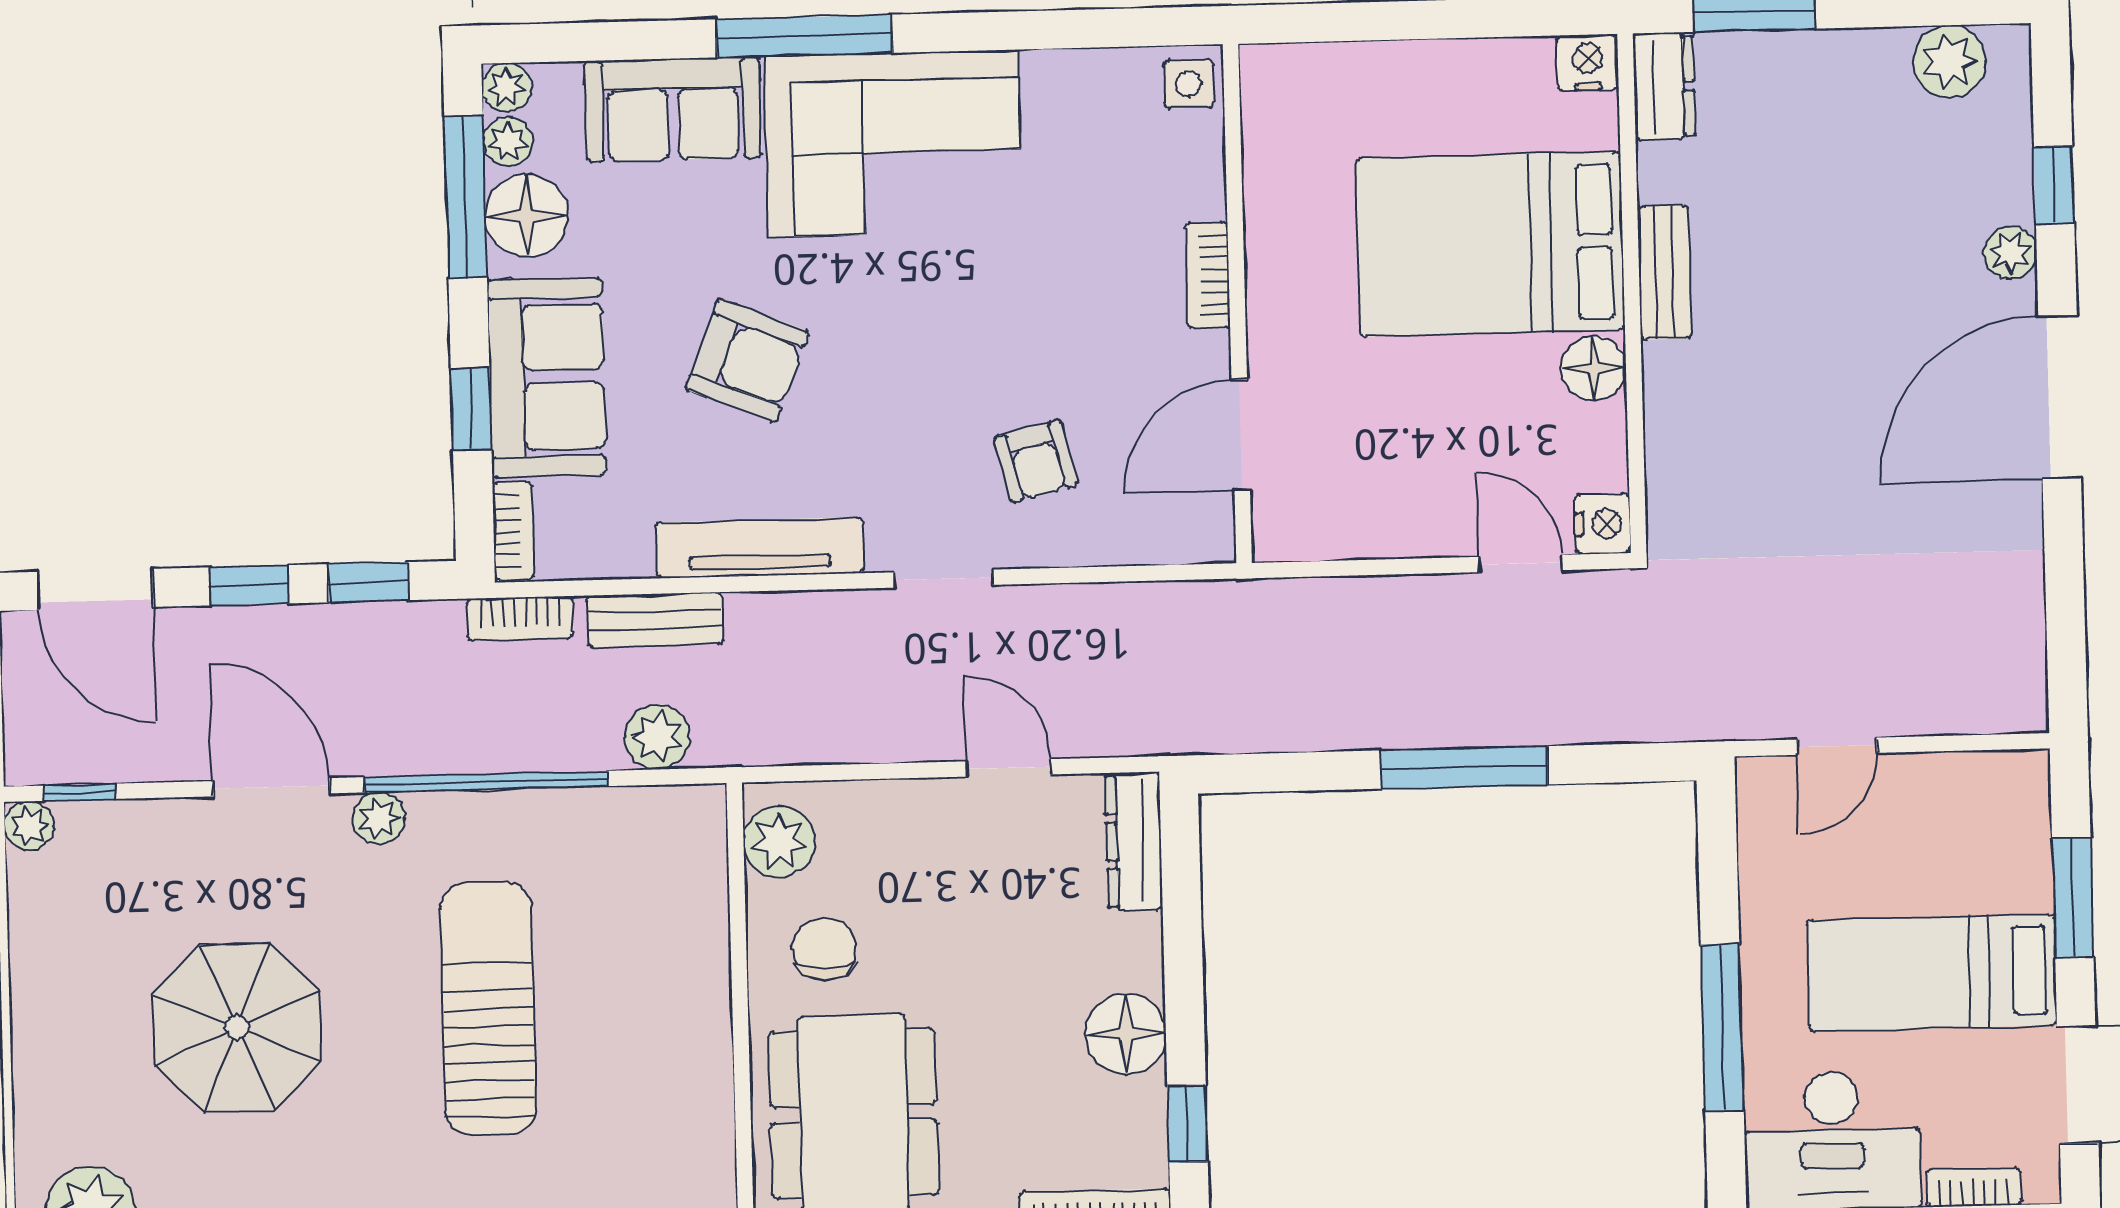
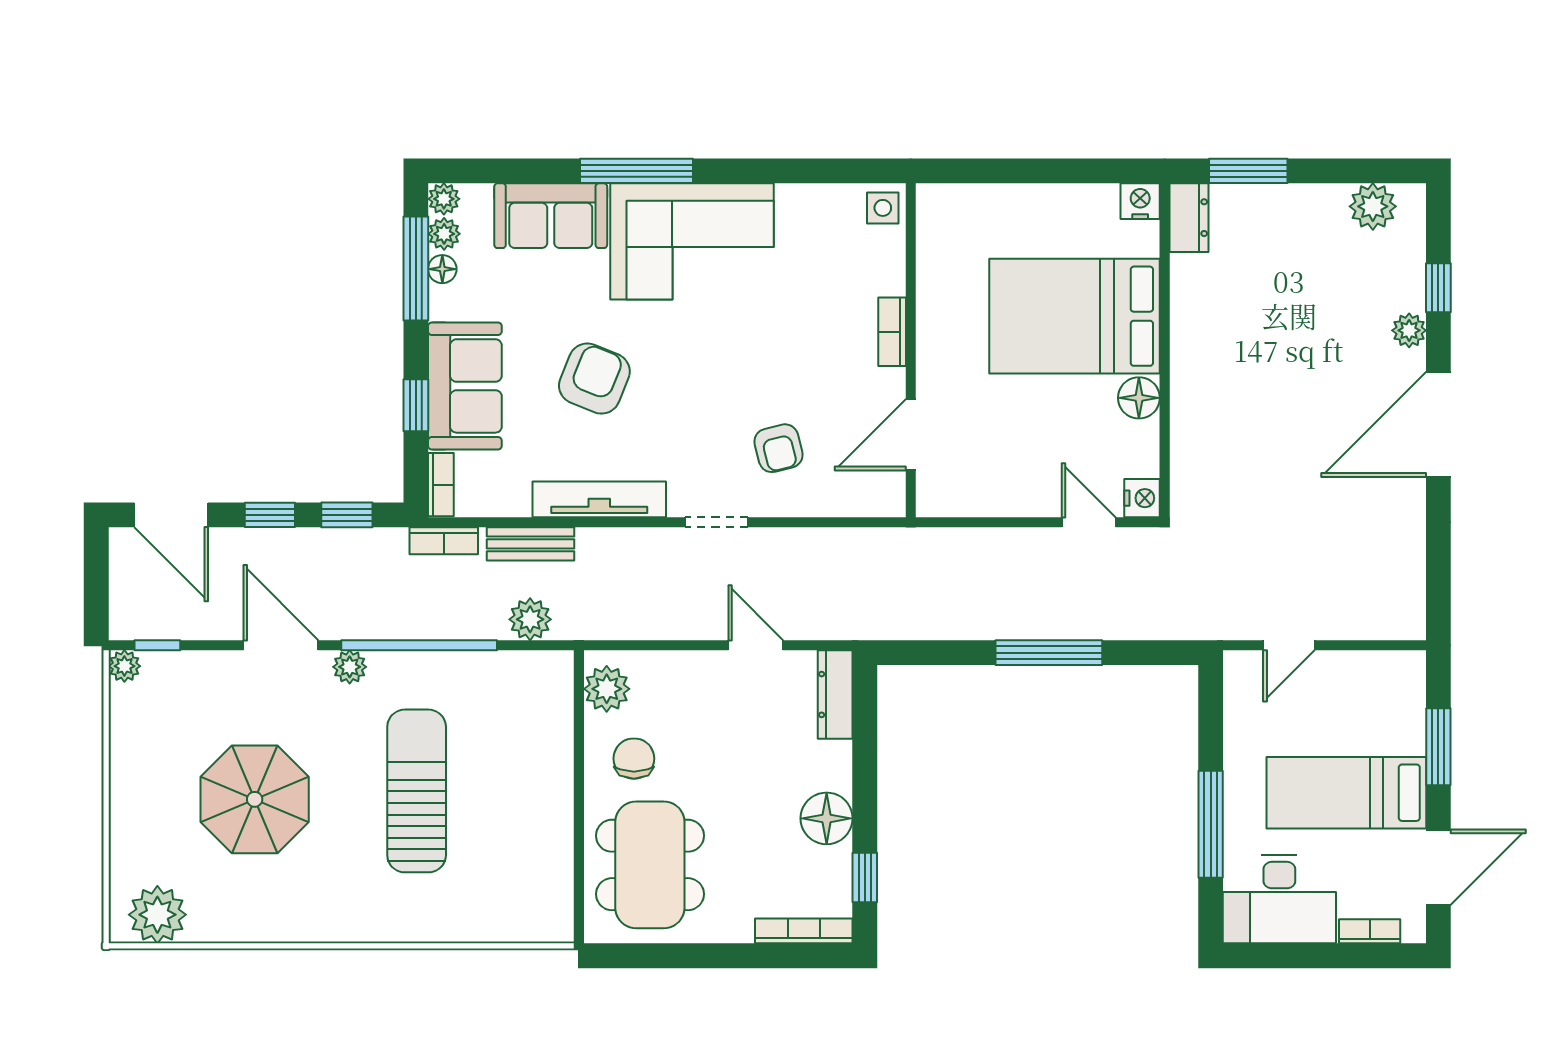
floor lamp: (527, 216) -> (442, 269), width x0.53, depth x0.53
bench: (1664, 272) -> (1186, 337), removed
armchair: (747, 360) -> (594, 379), turned -90

